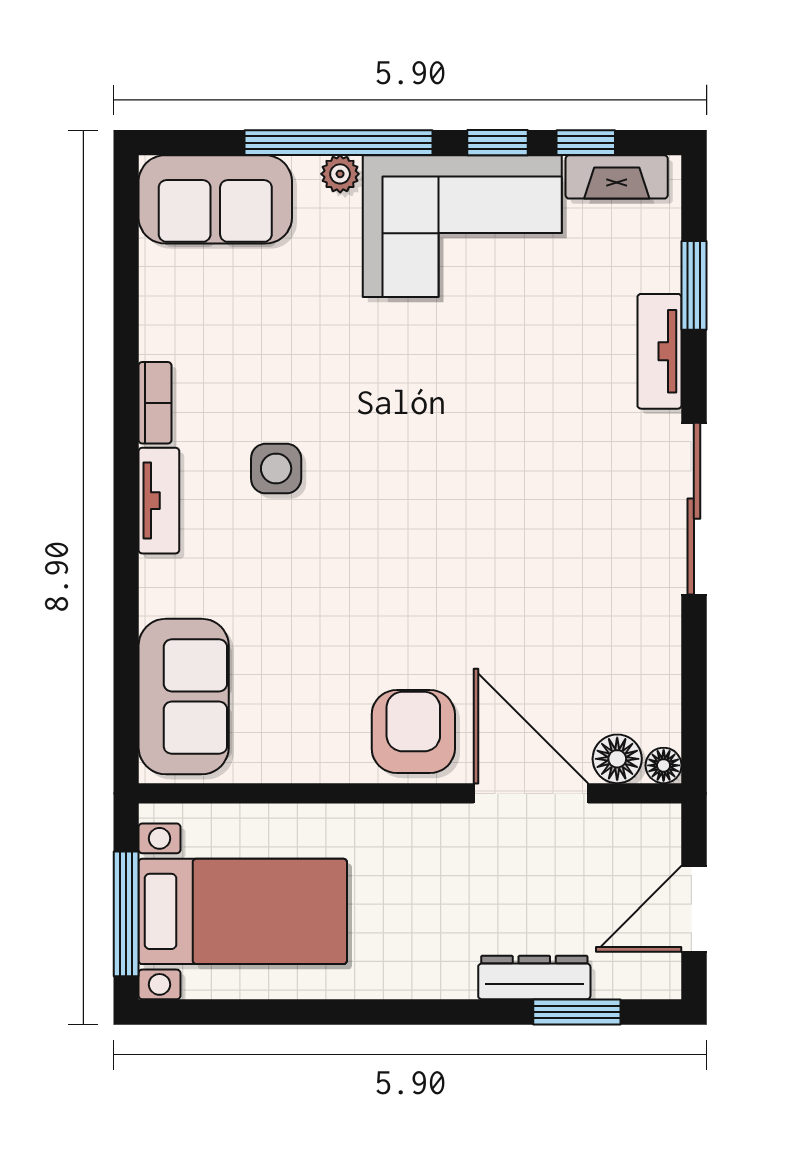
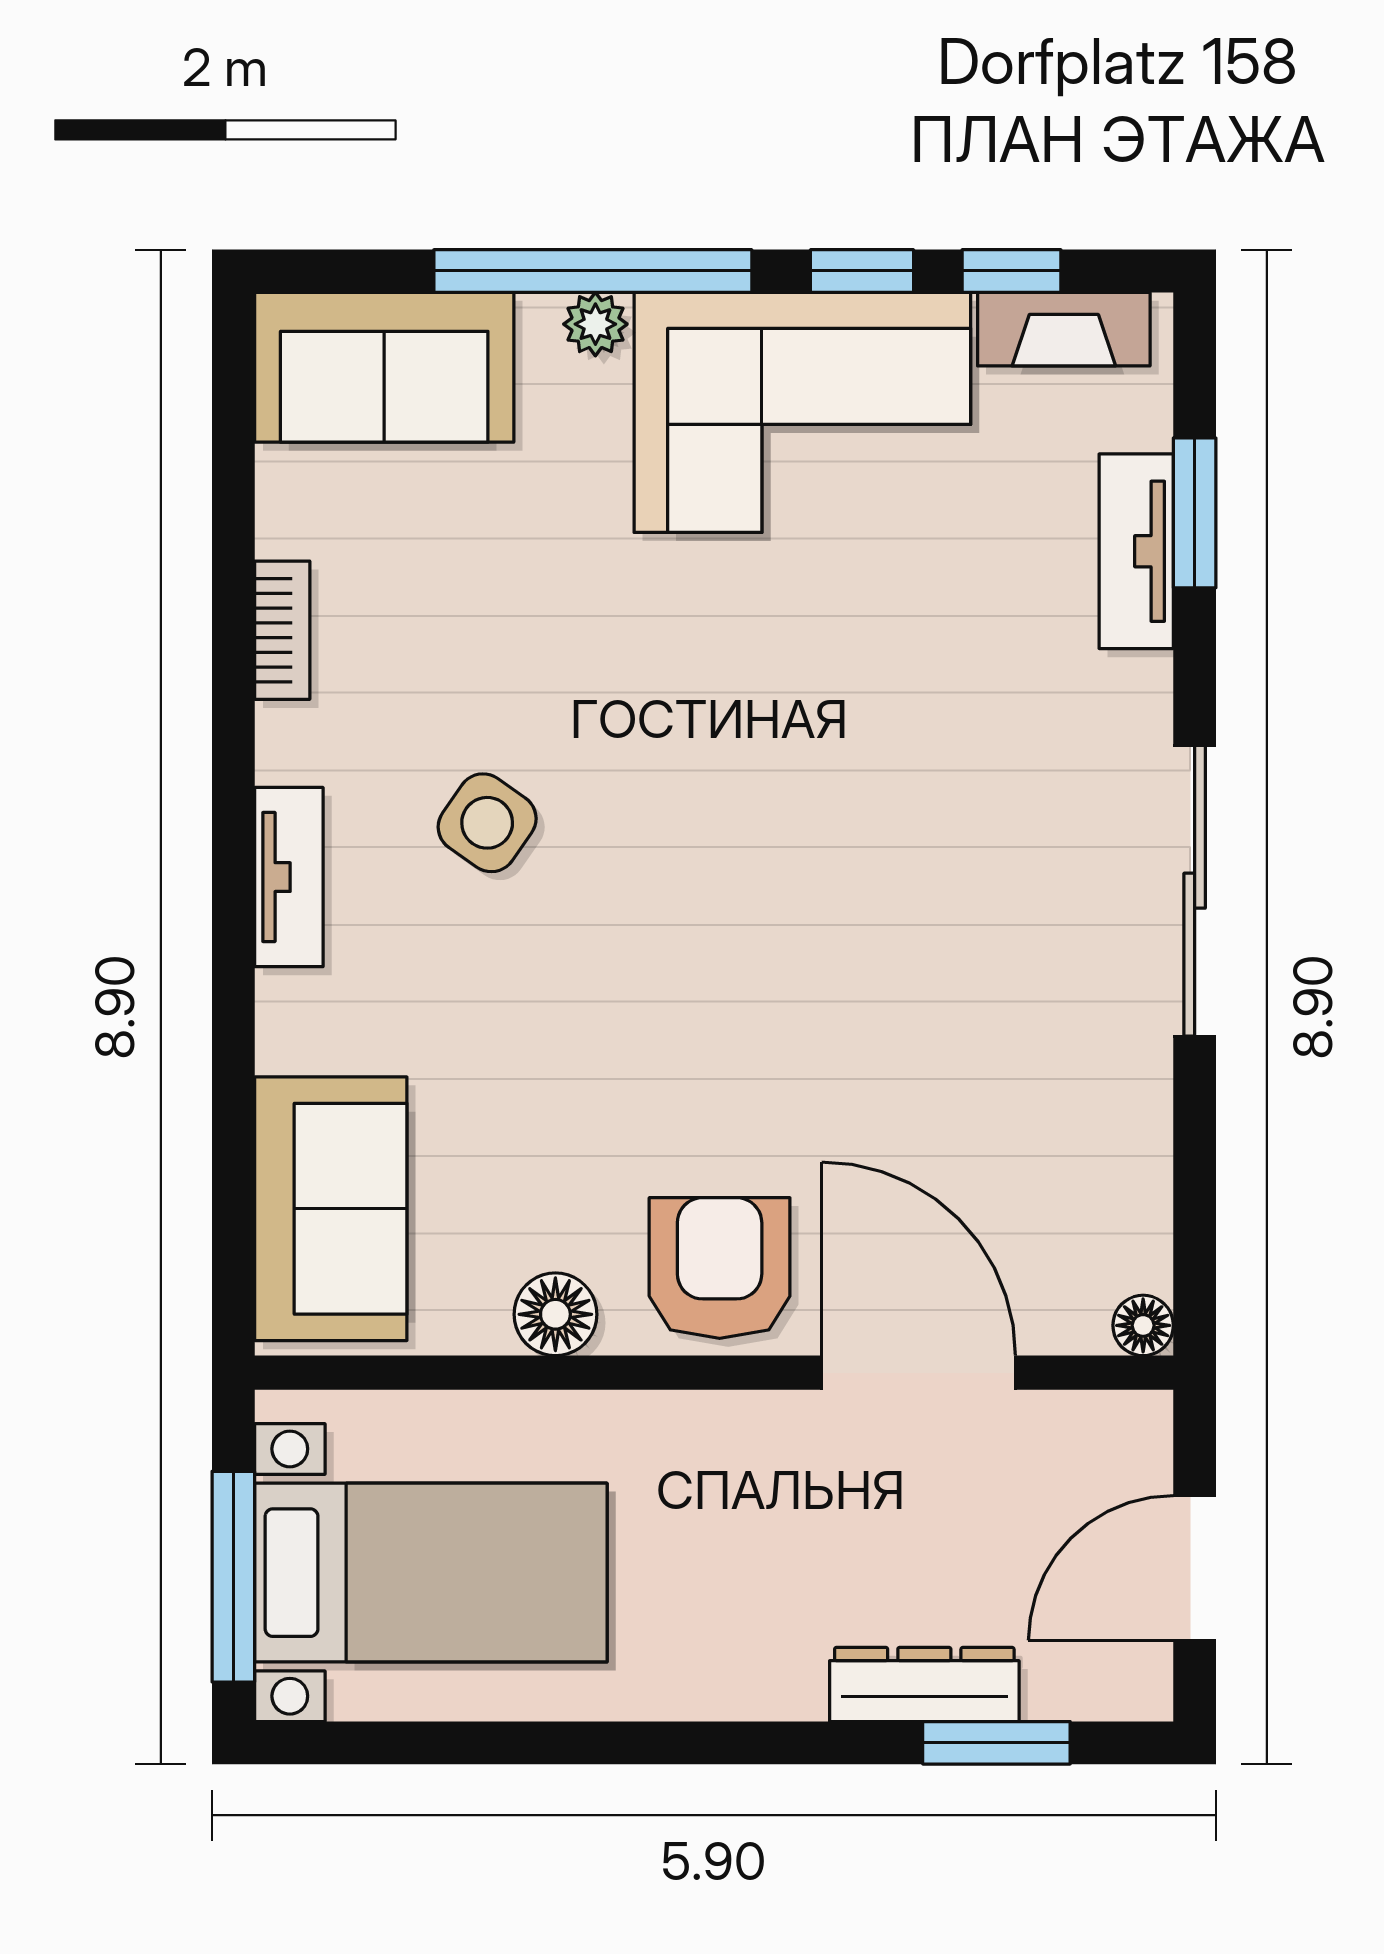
tv unit: (659, 351) -> (1136, 551), moved
bookcase: (155, 403) -> (282, 630), moved
side table: (276, 469) -> (487, 823), turned 35
floor lamp: (617, 759) -> (555, 1314), moved

